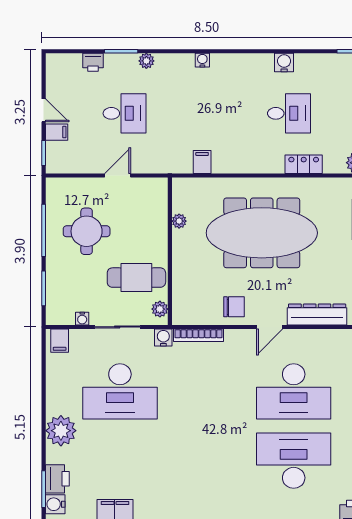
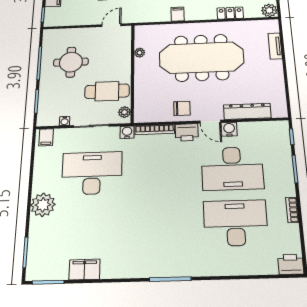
filing cabinet: (202, 162) -> (178, 14), moved
door: (118, 176) -> (111, 25), moved
door: (270, 327) -> (210, 122), hinge flipped
desk: (120, 391) -> (92, 173), turned 180
printer: (57, 479) -> (187, 132), moved, turned 90
water cooler: (55, 504) -> (229, 129), moved, turned 90

